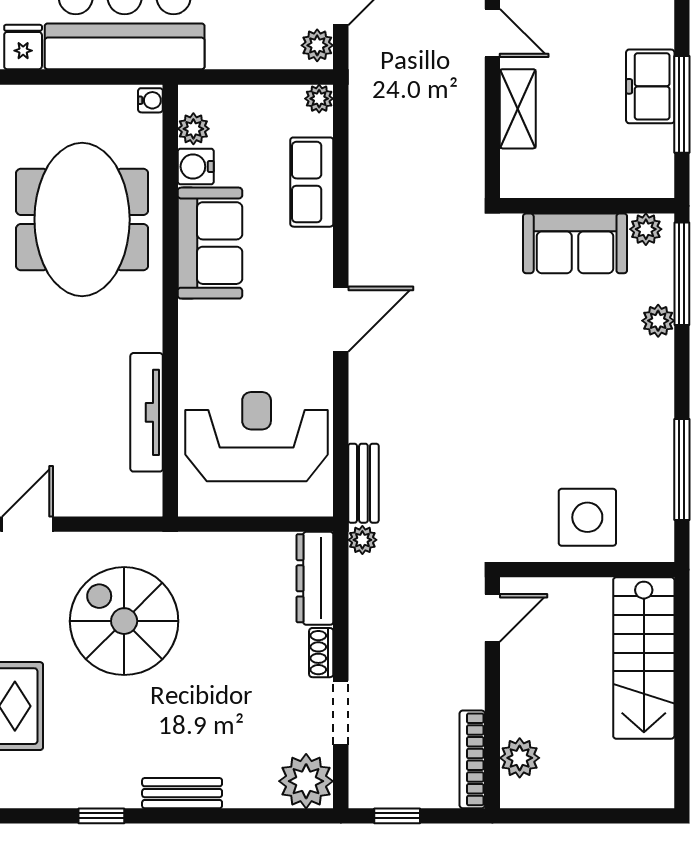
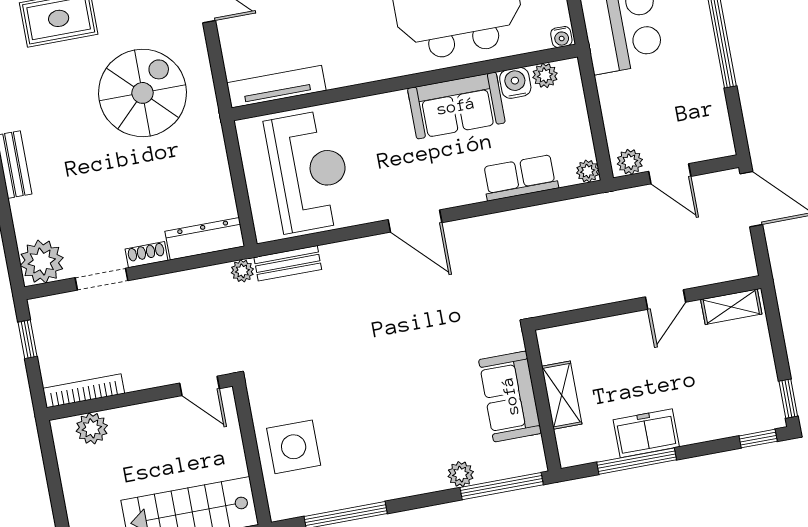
shelving: (518, 109) -> (562, 395), moved, turned 90
plant: (646, 229) -> (532, 451), removed
tv unit: (147, 412) -> (276, 87), moved

